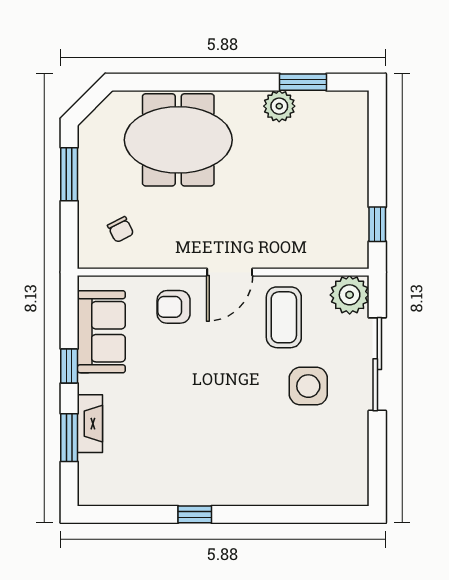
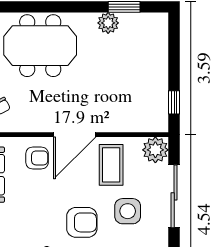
door: (230, 272) -> (75, 135), width x1.36
armchair: (174, 307) -> (37, 158), turned 180
armchair: (240, 403) -> (82, 222), added

